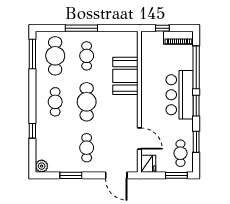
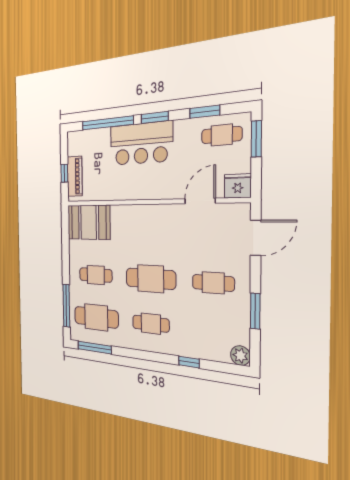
window: (81, 28) -> (66, 306), moved
piano: (178, 38) -> (75, 176), moved
booth: (125, 76) -> (89, 222), moved

